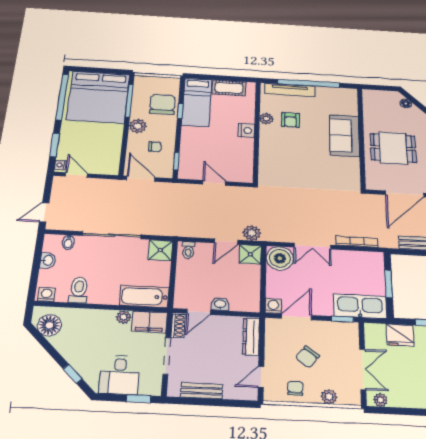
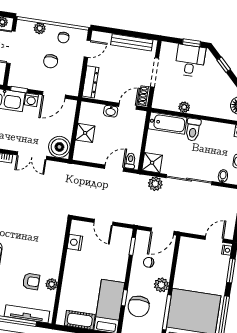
armchair: (290, 120) -> (31, 281), turned 90
nightstand: (246, 130) -> (75, 242), moved
door: (76, 175) -> (214, 239), swing flipped
door: (141, 179) -> (162, 231), hinge flipped
plant: (252, 233) -> (155, 184), moved
door: (226, 241) -> (114, 168), moved
double door: (312, 246) -> (32, 156), swing flipped
shower: (250, 254) -> (85, 133), moved
toilet: (79, 290) -> (193, 130), moved
washing machine: (273, 306) -> (31, 100), moved
filing cabinet: (149, 322) -> (165, 101), removed
chair: (307, 357) -> (51, 61), turned 143
bench: (202, 391) -> (132, 42), width x1.36
window: (139, 399) -> (191, 43), moved

